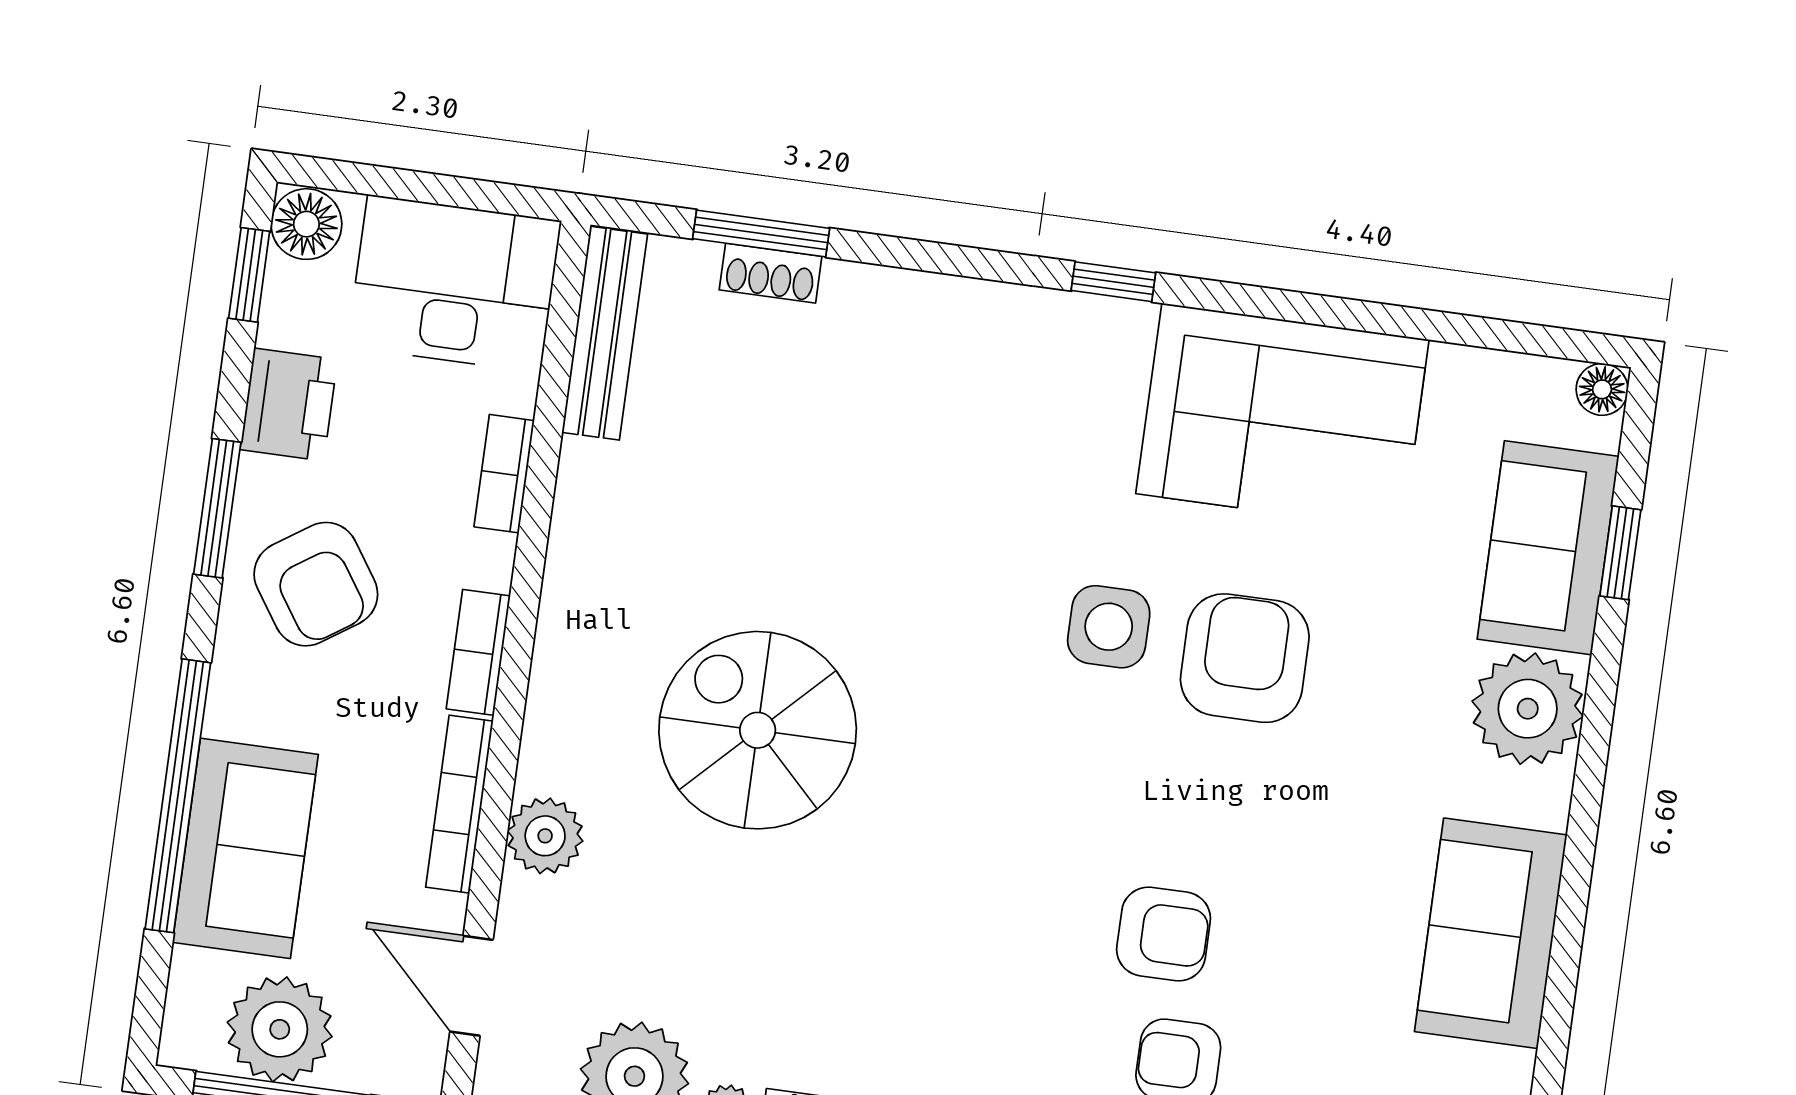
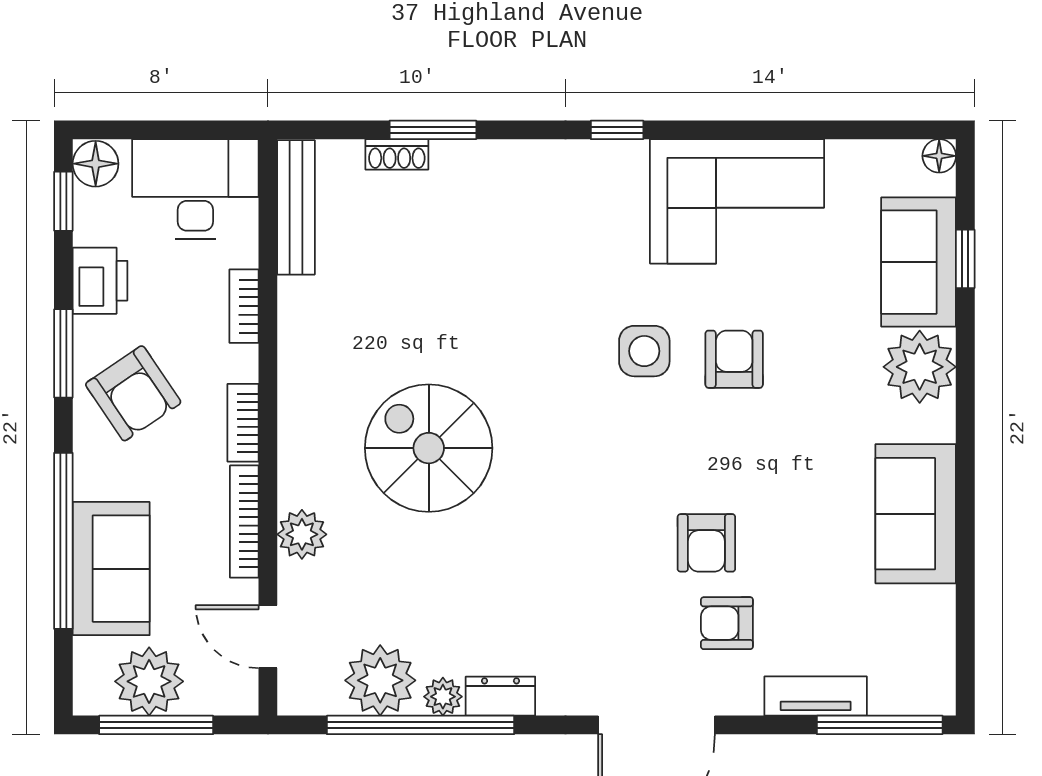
window: (761, 233) -> (433, 130), moved
armchair: (1245, 658) -> (734, 359), width x0.72, depth x0.72
armchair: (1164, 934) -> (706, 543), turned 90

